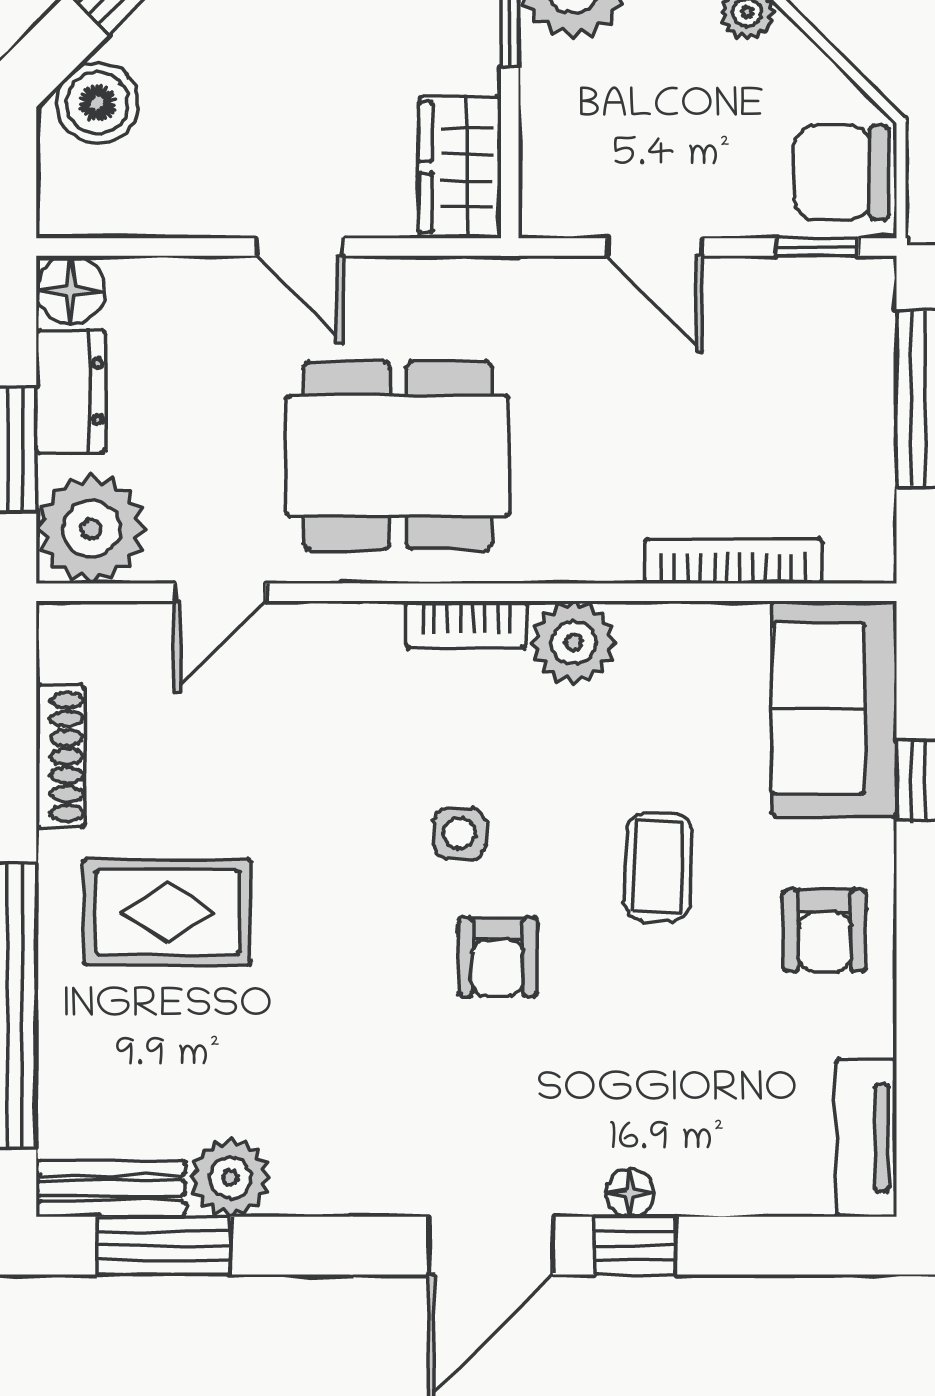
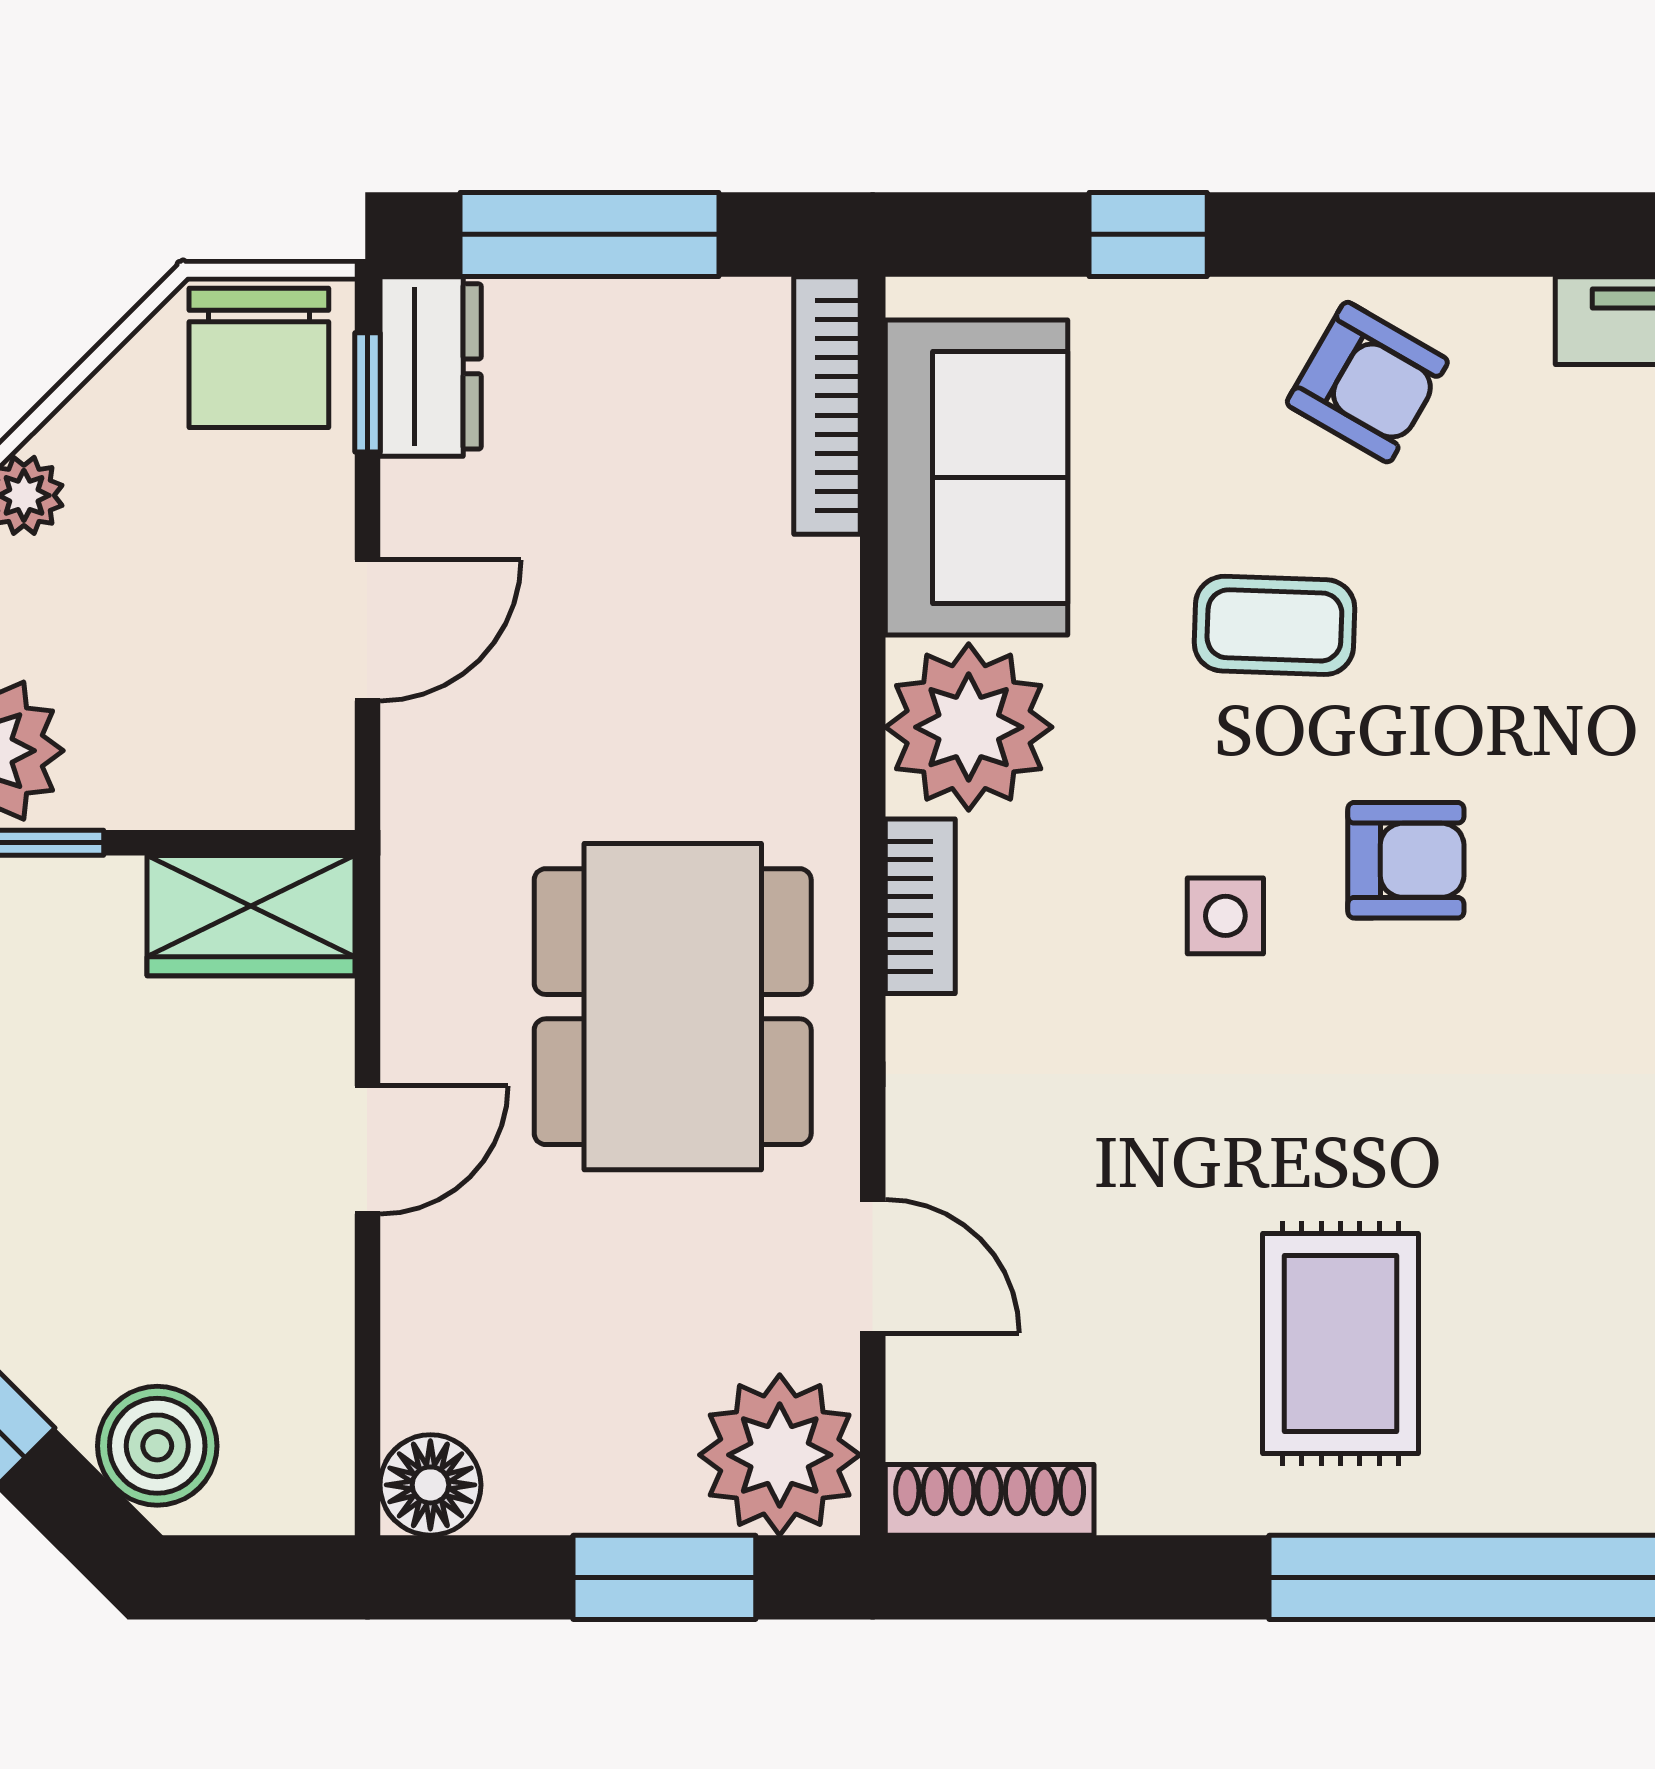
dresser: (71, 392) -> (431, 366), moved, turned 90
bookcase: (733, 561) -> (827, 405), moved
plant: (574, 643) -> (969, 727), width x1.36, depth x1.36
sofa: (834, 709) -> (976, 478), moved, turned -90
shoe rack: (60, 756) -> (990, 1500), moved
armchair: (825, 930) -> (1367, 382), turned 30

